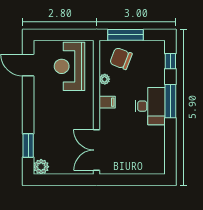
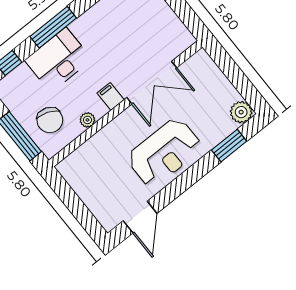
reception desk: (70, 66) -> (164, 152), moved
desk: (150, 106) -> (58, 60), moved
double door: (97, 150) -> (152, 83), moved

